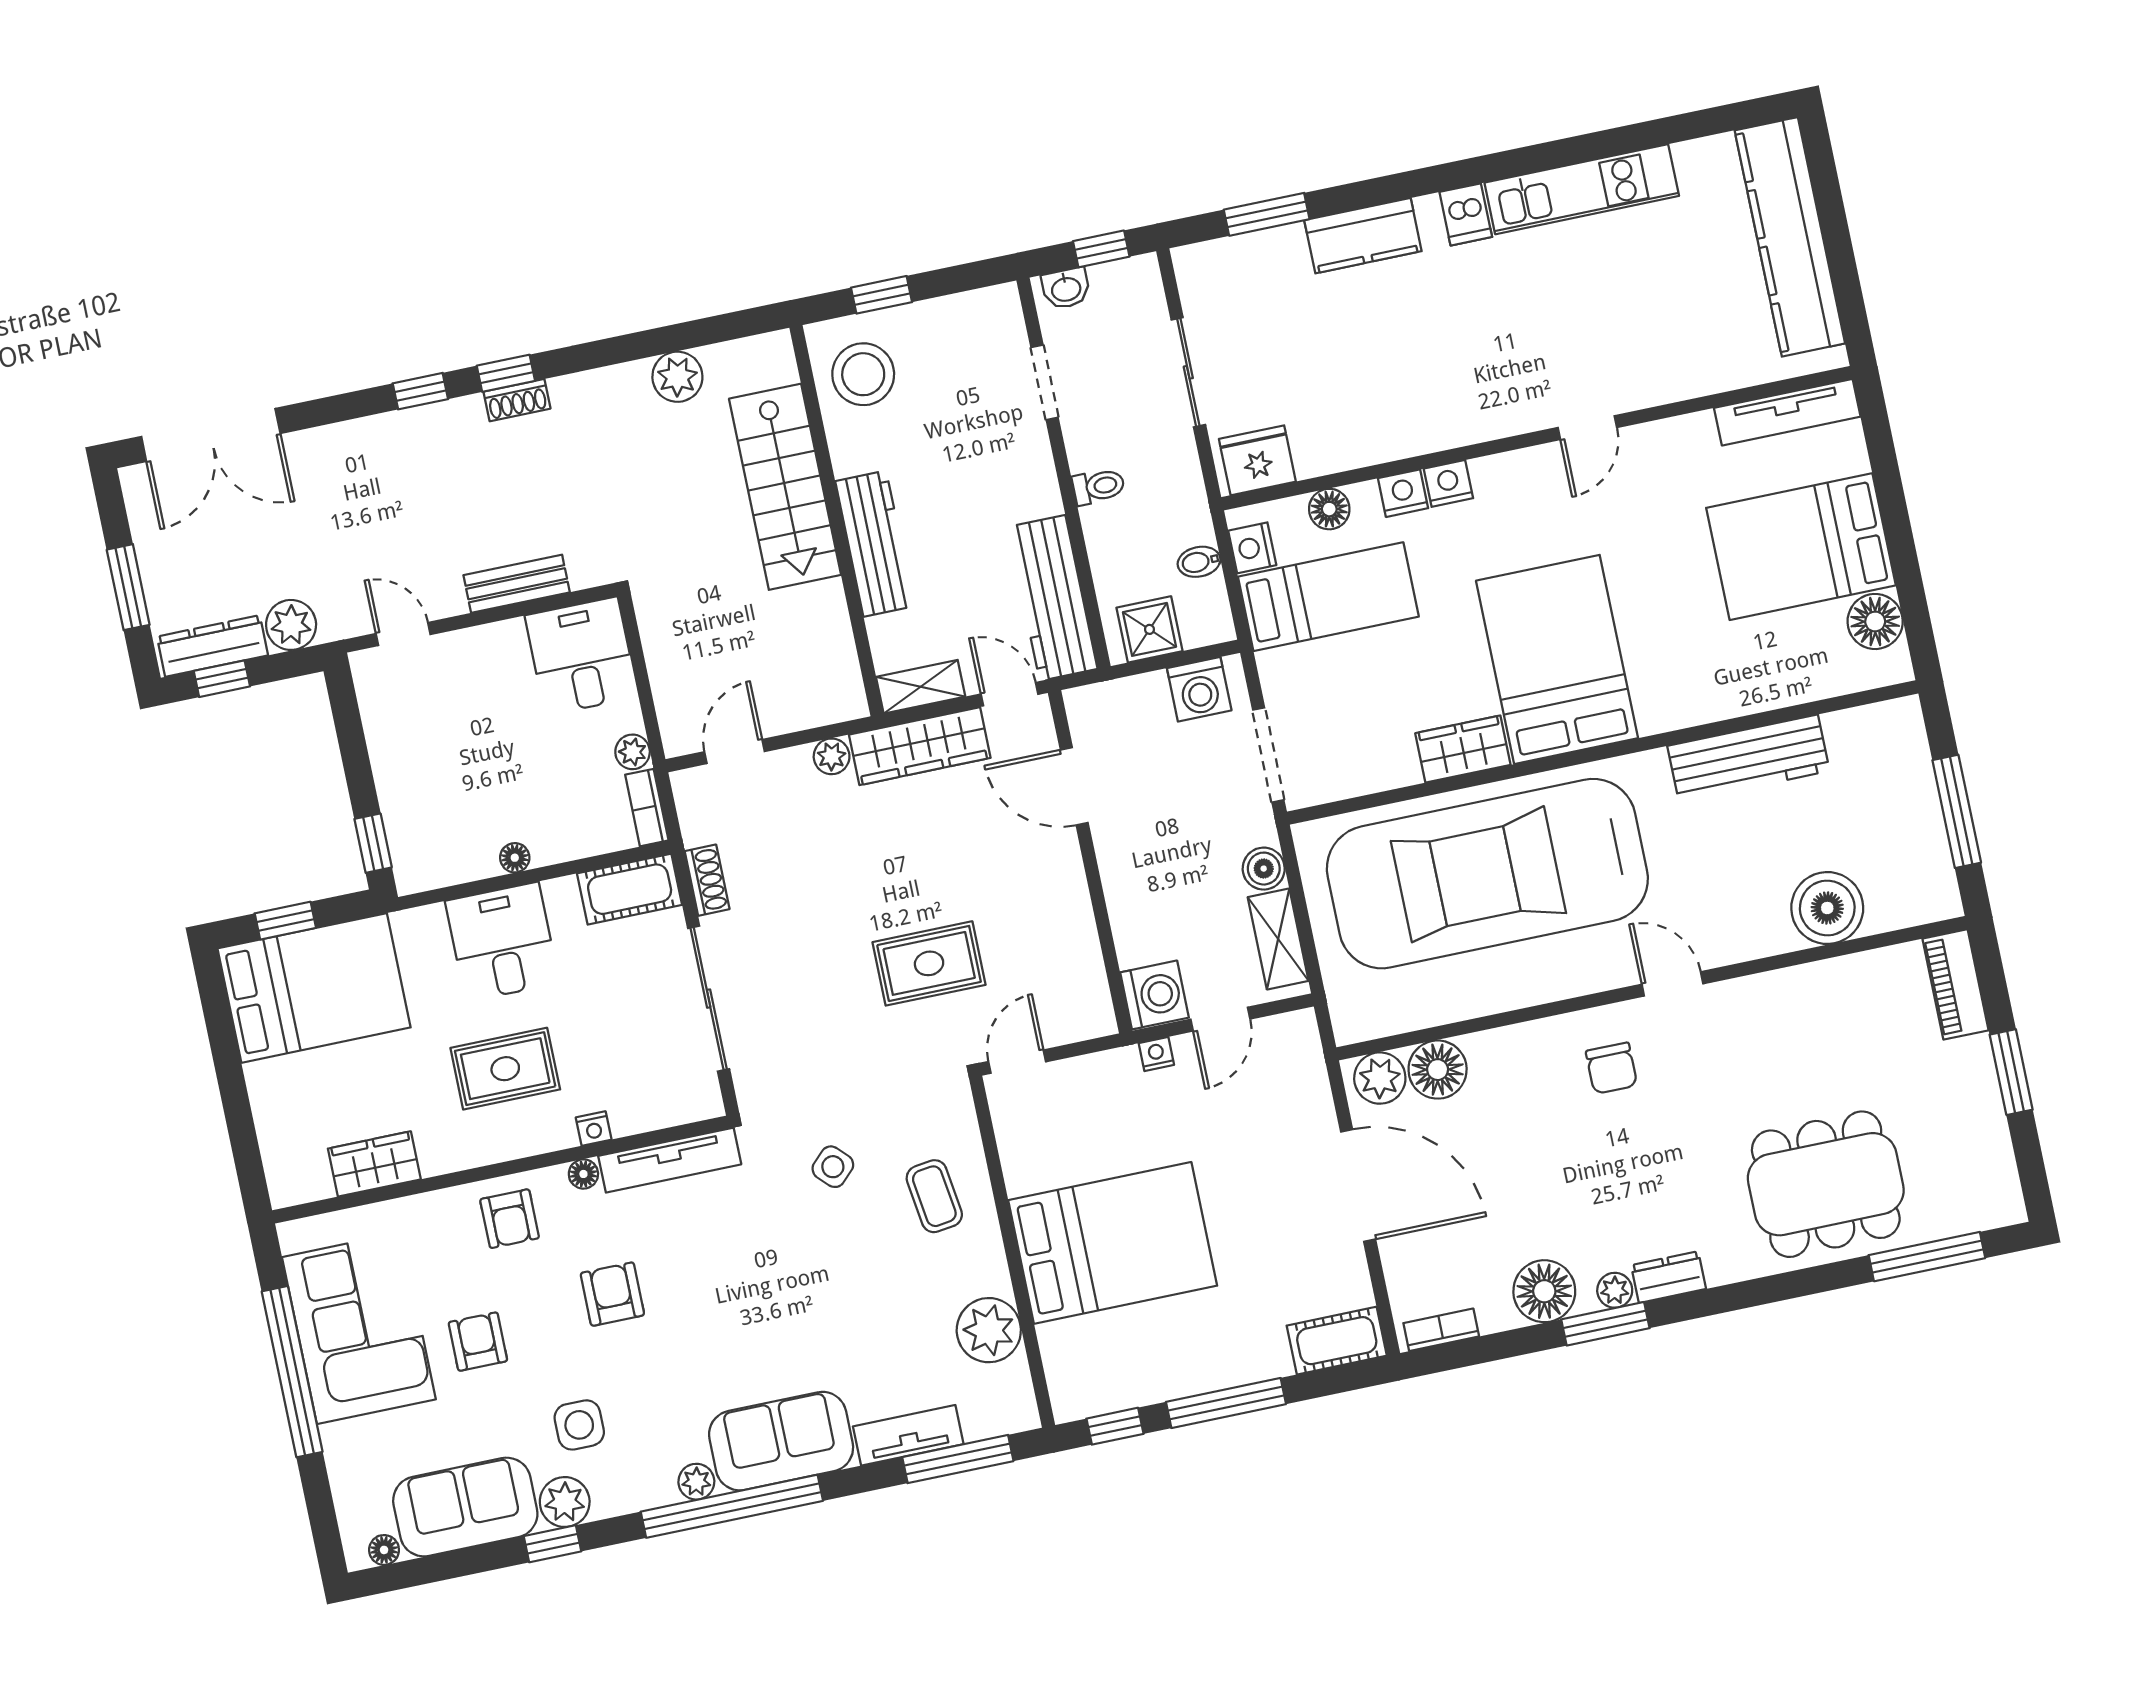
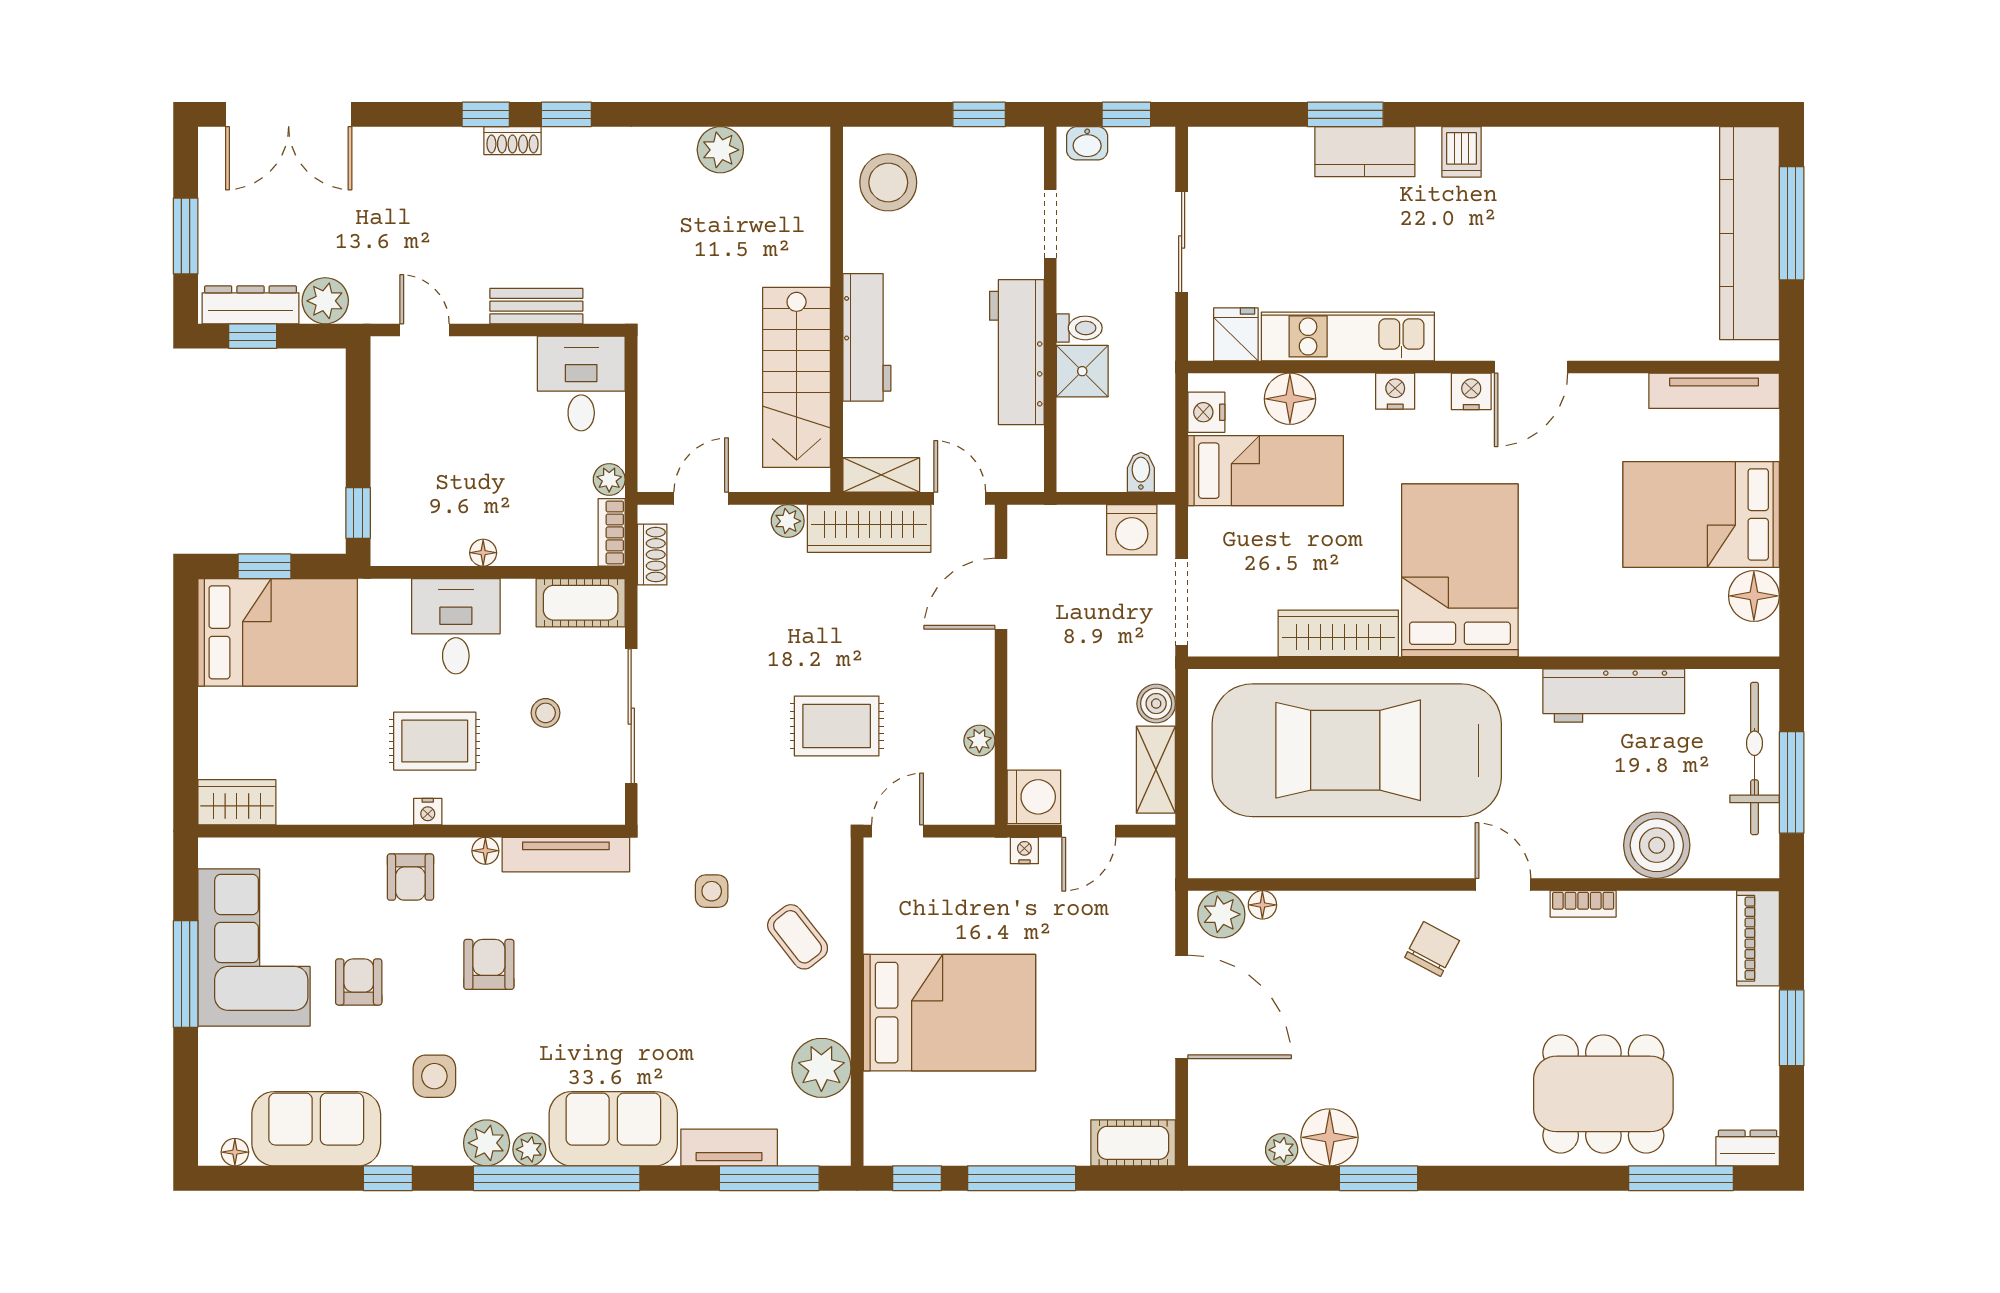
kitchen unit: (1582, 189) -> (1348, 336), moved, turned 180
window: (1267, 214) -> (1345, 114), moved
window: (1832, 217) -> (1792, 223), added
window: (882, 295) -> (979, 114), moved
shoe rack: (517, 400) -> (513, 141), moved
door: (1587, 428) -> (1531, 367), width x1.38
fridge: (1257, 460) -> (1236, 334), width x0.72
stairs: (785, 487) -> (797, 377), moved
nightstand: (1403, 493) -> (1471, 391), moved
floor lamp: (1329, 509) -> (1290, 399), width x1.38, depth x1.38
bidet: (1199, 562) -> (1141, 472), moved, turned 90
workbench: (1053, 598) -> (1017, 352), moved
shower: (1149, 629) -> (1082, 371), moved
wardrobe: (1463, 749) -> (1338, 633), width x1.50
door: (1074, 786) -> (1001, 594), hinge flipped
bicycle: (1912, 794) -> (1755, 758), added
shoe rack: (707, 880) -> (652, 555), moved
plant: (1084, 947) -> (979, 741), added
stool: (617, 1014) -> (546, 713), added
chair: (1611, 1068) -> (1432, 949), turned -152
floor lamp: (1438, 1070) -> (1262, 905), width x0.53, depth x0.53
nightstand: (594, 1129) -> (428, 812), moved
wardrobe: (374, 1164) -> (237, 802), moved
side table: (833, 1167) -> (712, 891), turned 45
coffee table: (934, 1196) -> (798, 937), turned -30
dresser: (1669, 1277) -> (1748, 1148), moved
plant: (1615, 1290) -> (1282, 1150), moved
bookcase: (1441, 1330) -> (1583, 904), moved, turned 180
window: (292, 1372) -> (186, 974), width x0.68
plant: (565, 1502) -> (487, 1143), moved

